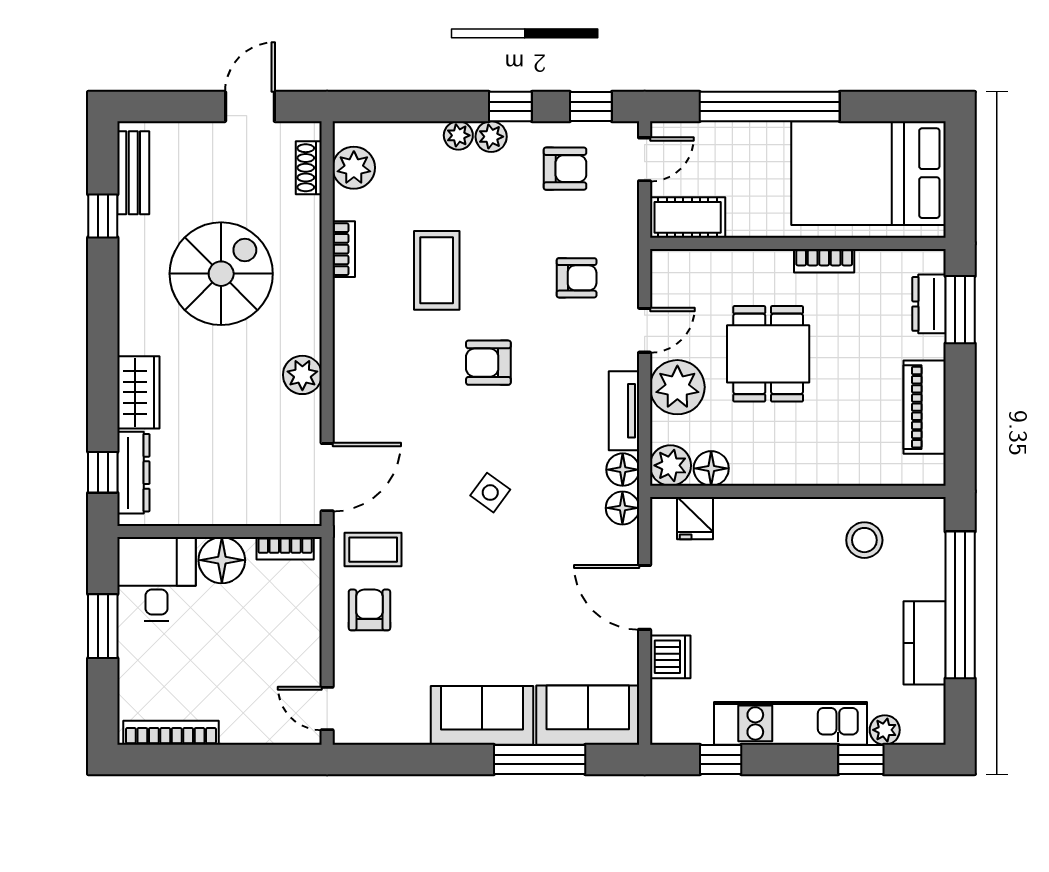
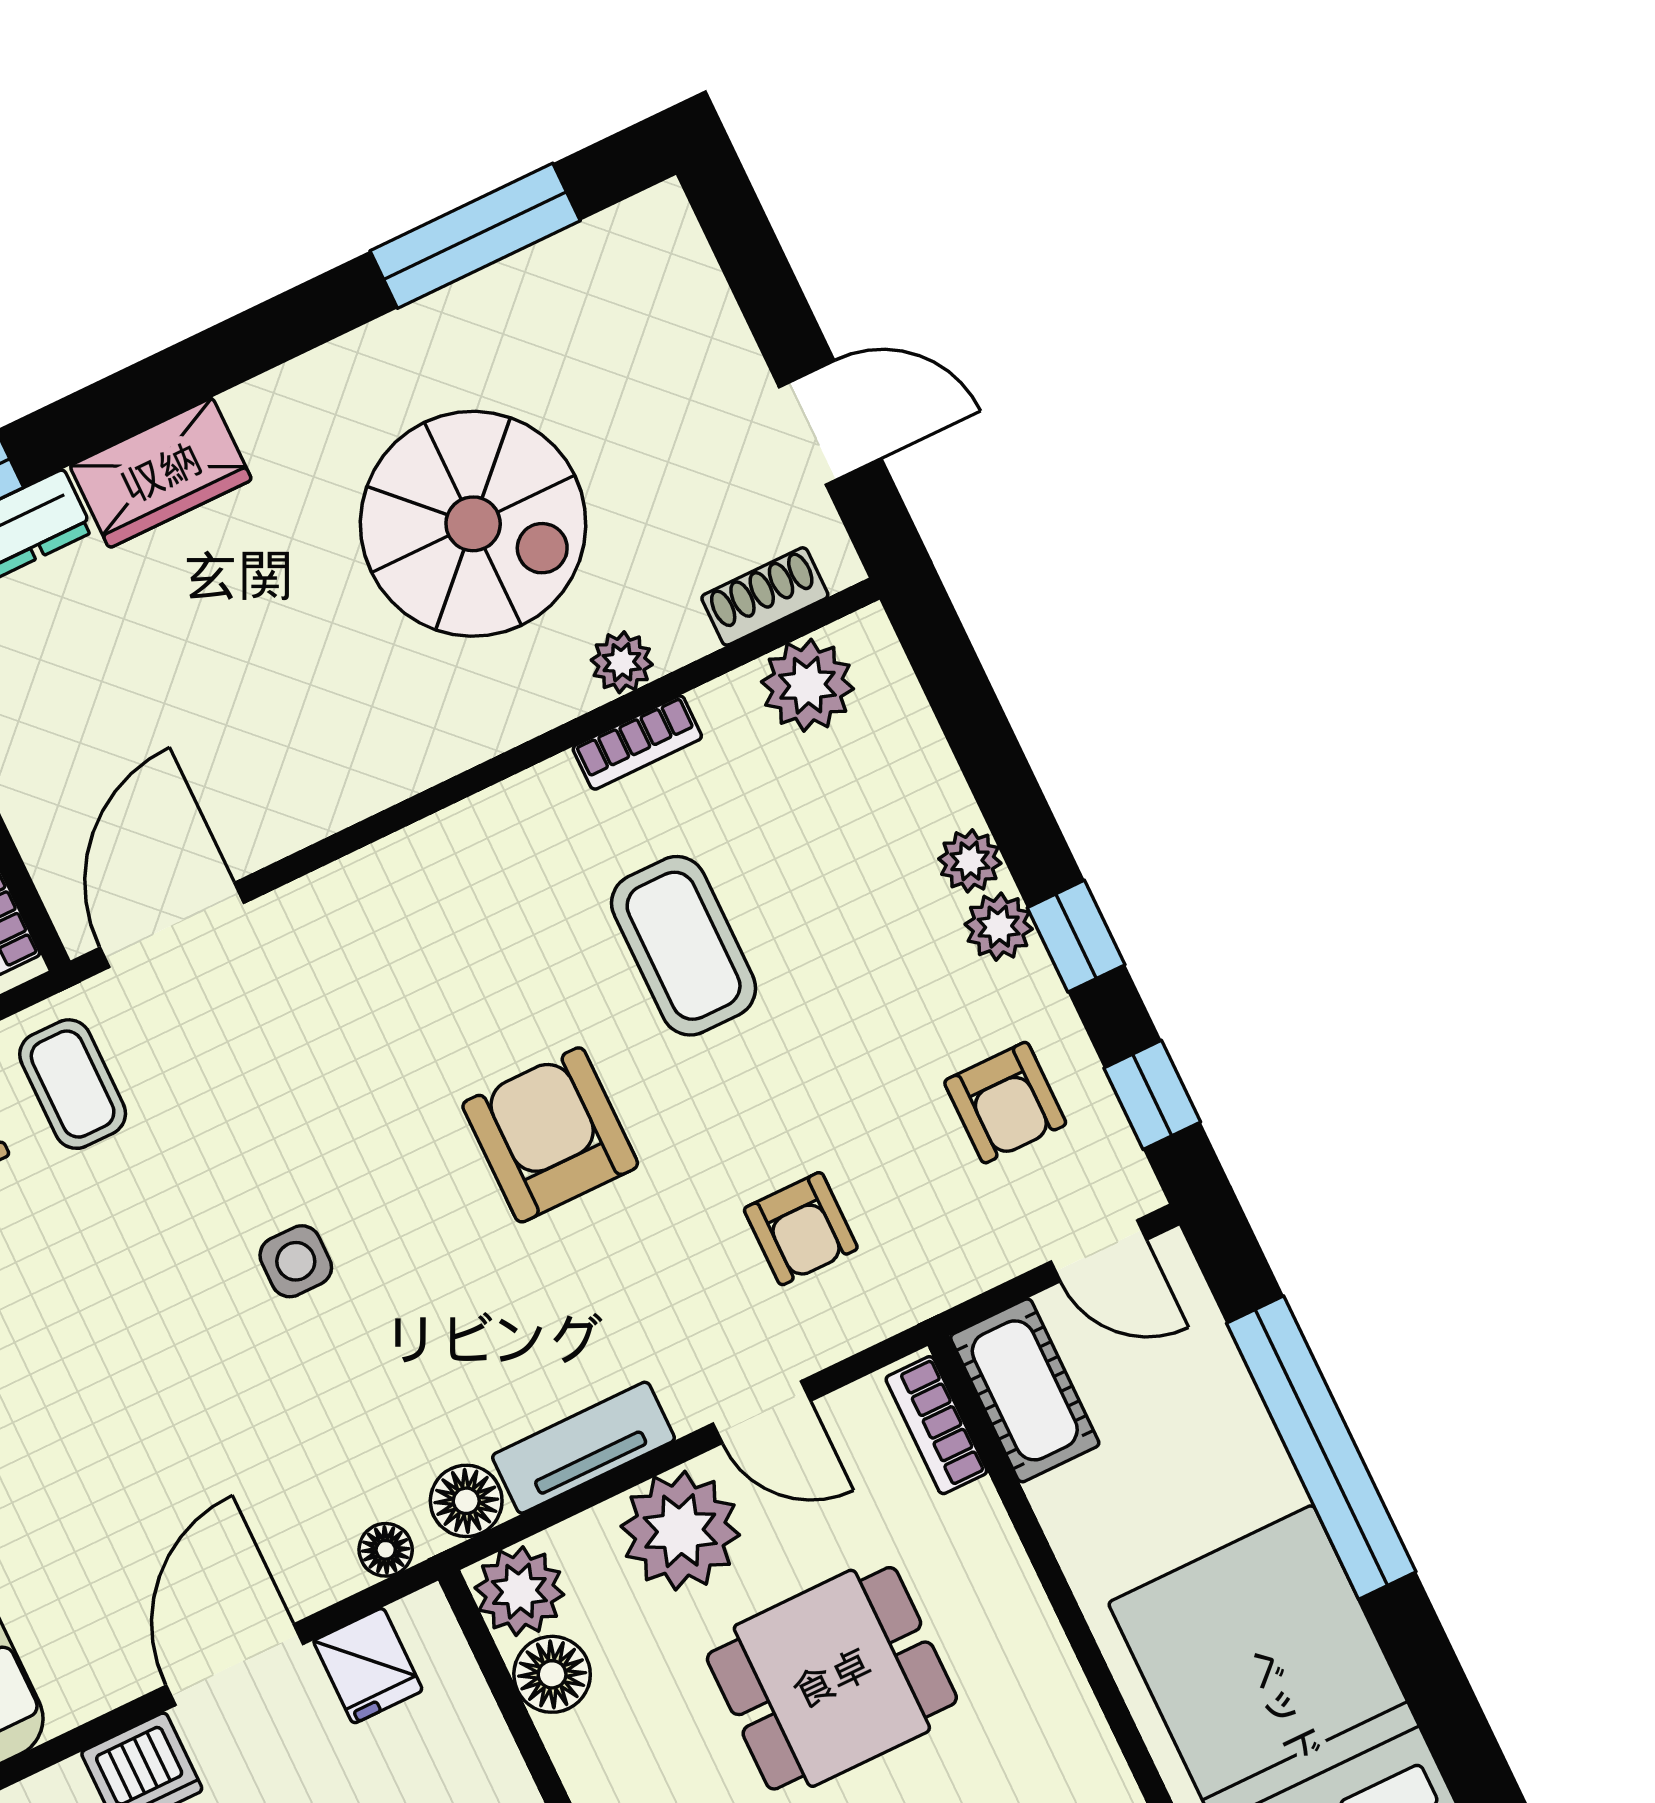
bench: (133, 173) -> (589, 255), removed
window: (103, 216) -> (475, 236), width x2.17
bookcase: (824, 261) -> (936, 1425), moved
coffee table: (437, 270) -> (684, 946), turned 90
armchair: (488, 363) -> (550, 1135), width x1.38, depth x1.38
plant: (302, 375) -> (622, 662), moved, width x0.73, depth x0.73
door: (327, 477) -> (172, 925), swing flipped
side table: (490, 493) -> (296, 1261), turned -36
floor lamp: (622, 508) -> (386, 1550), width x0.73, depth x0.73
fridge: (695, 518) -> (368, 1666), moved, turned -90

